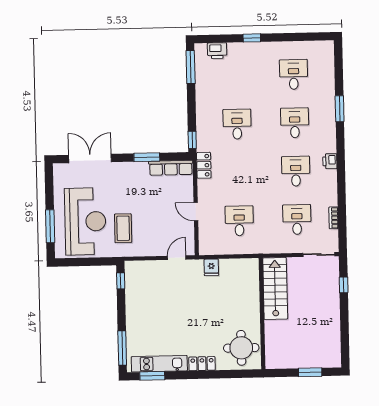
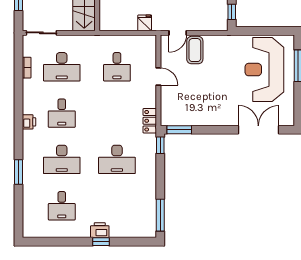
printer: (217, 51) -> (100, 230), moved
desk: (295, 123) -> (62, 159), width x1.37
desk: (237, 124) -> (117, 159), width x1.37
window: (147, 157) -> (179, 130), moved
double door: (90, 158) -> (258, 130), swing flipped
row of seats: (171, 168) -> (181, 119), removed
desk: (297, 220) -> (62, 67), width x1.37
coffee table: (123, 228) -> (195, 50), moved

